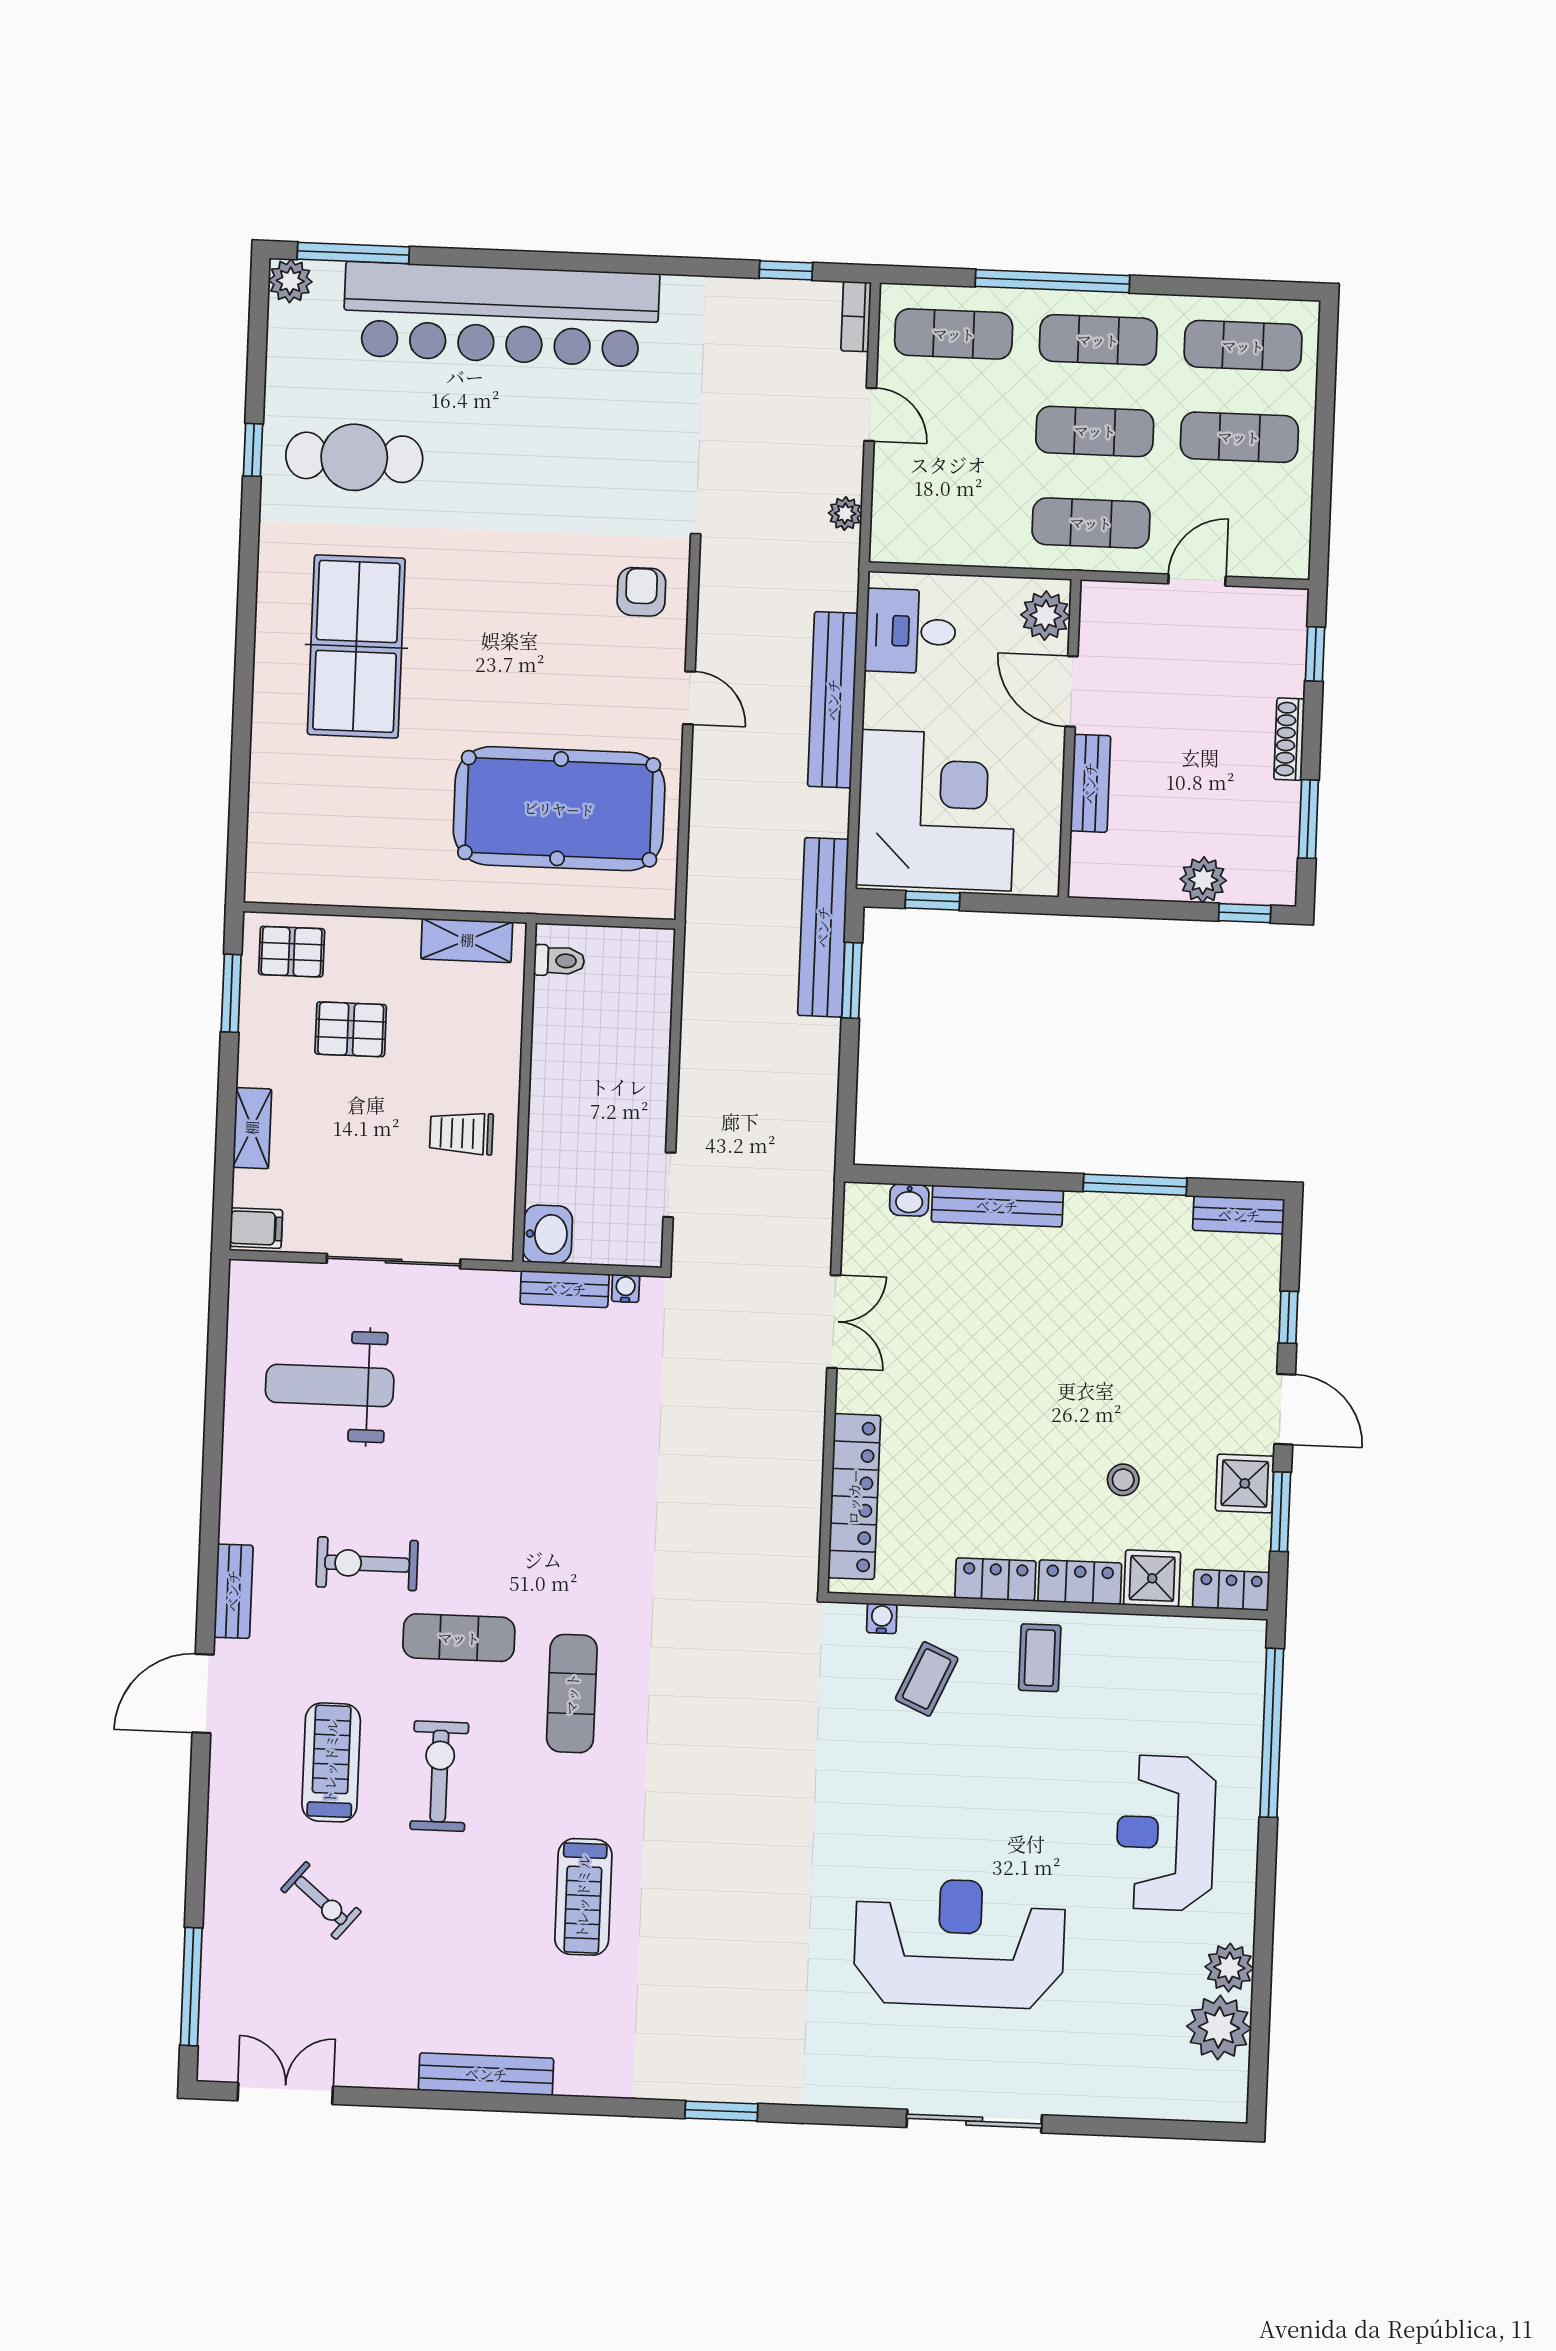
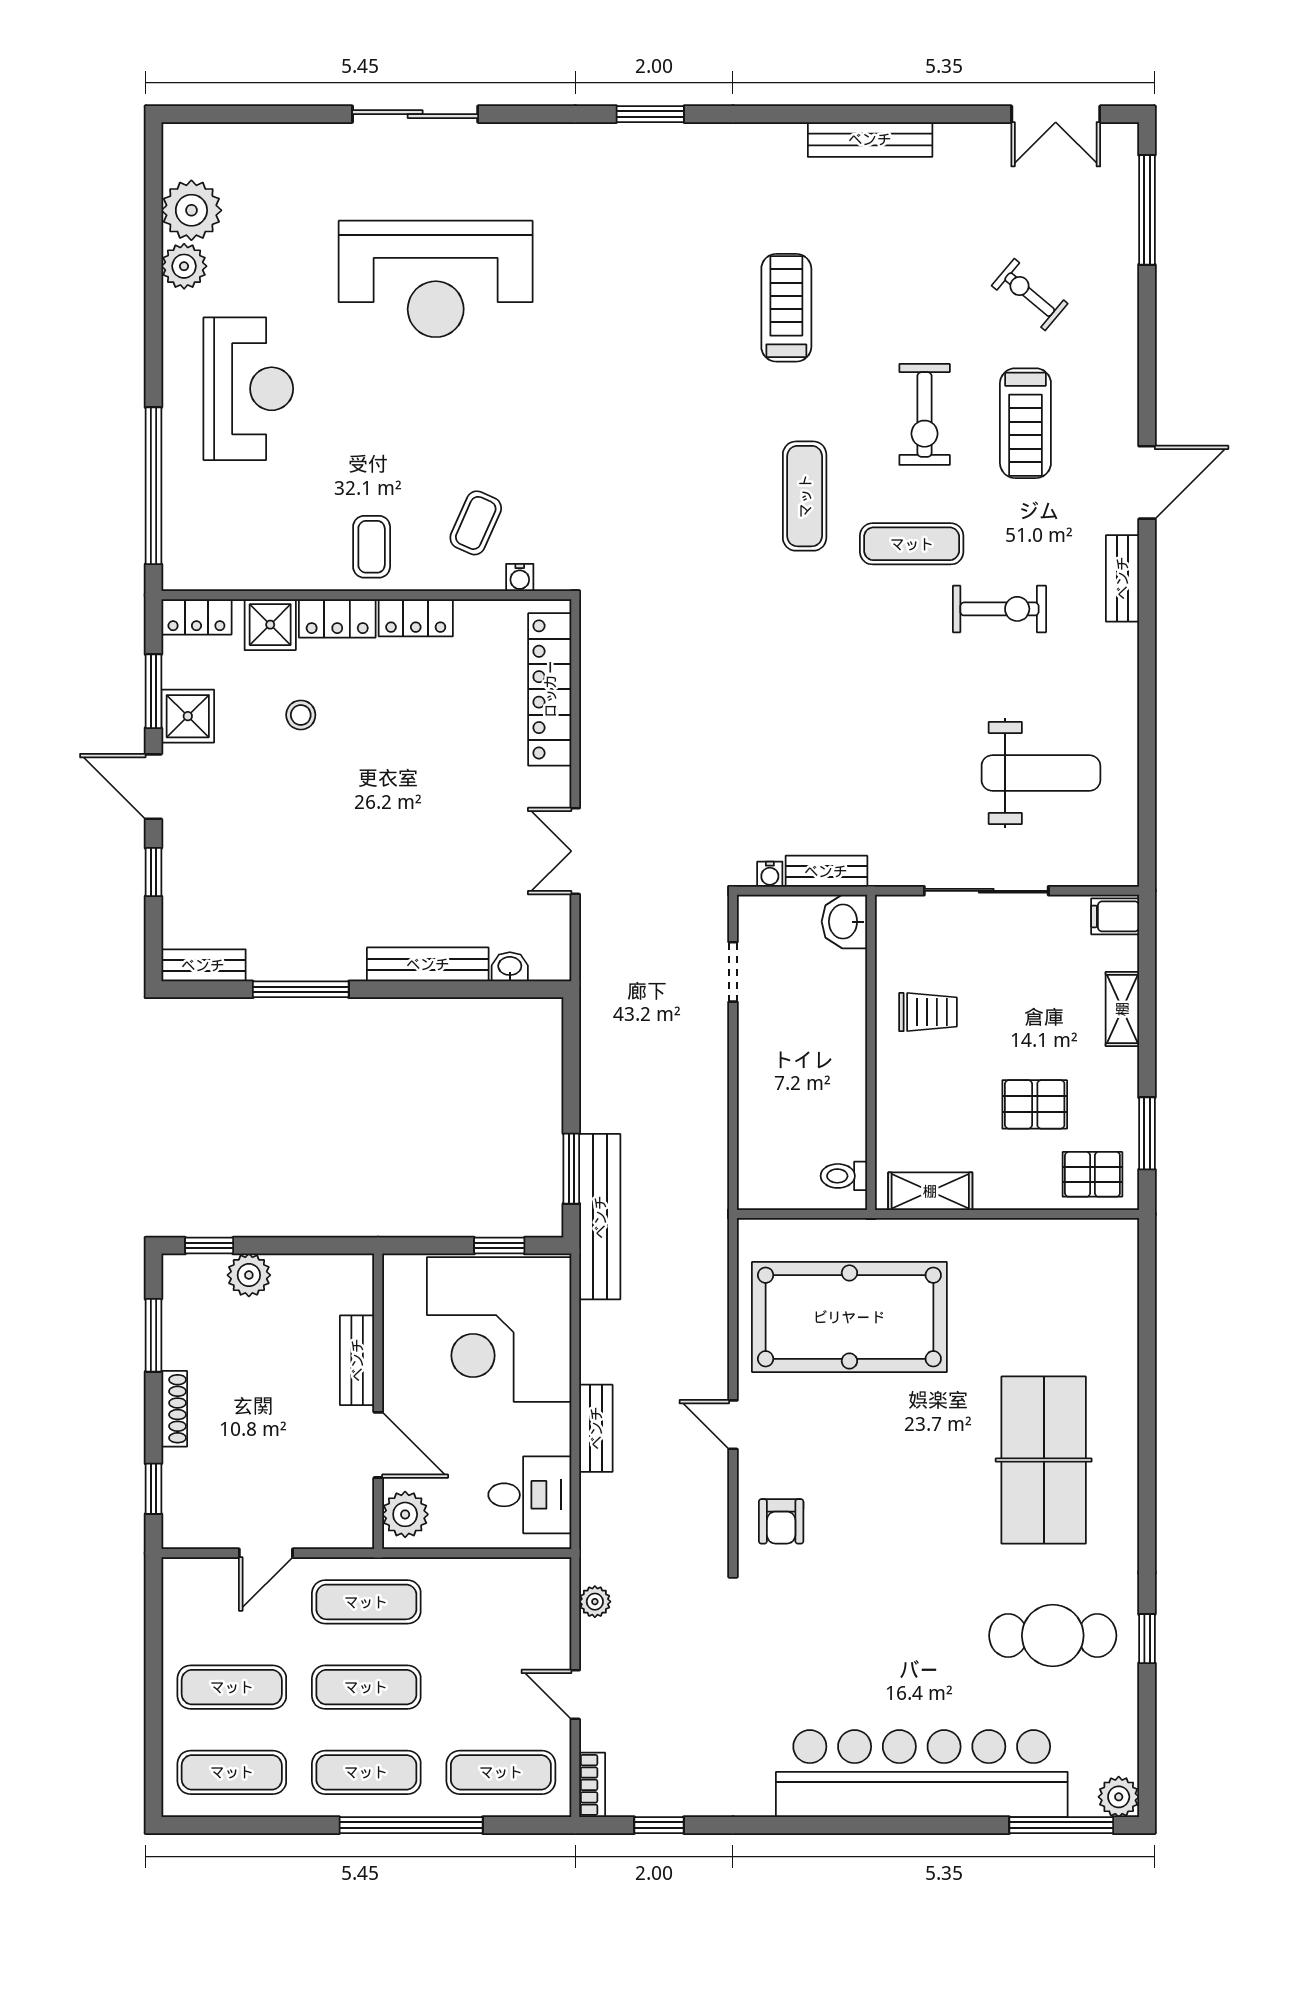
bench: (833, 700) -> (596, 1428), width x0.54, depth x0.82

